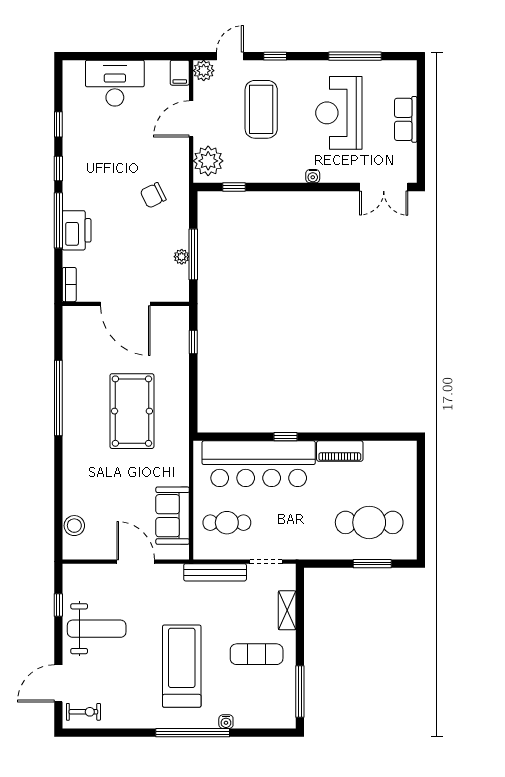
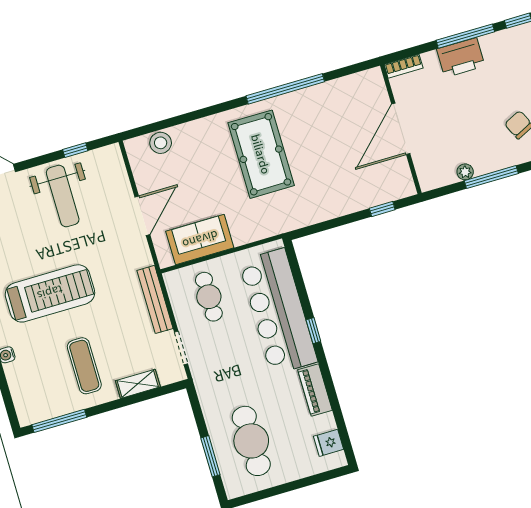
window: (193, 254) -> (491, 177), moved
pool table: (132, 411) -> (261, 154), moved, turned 90
fridge: (391, 453) -> (329, 443), added

